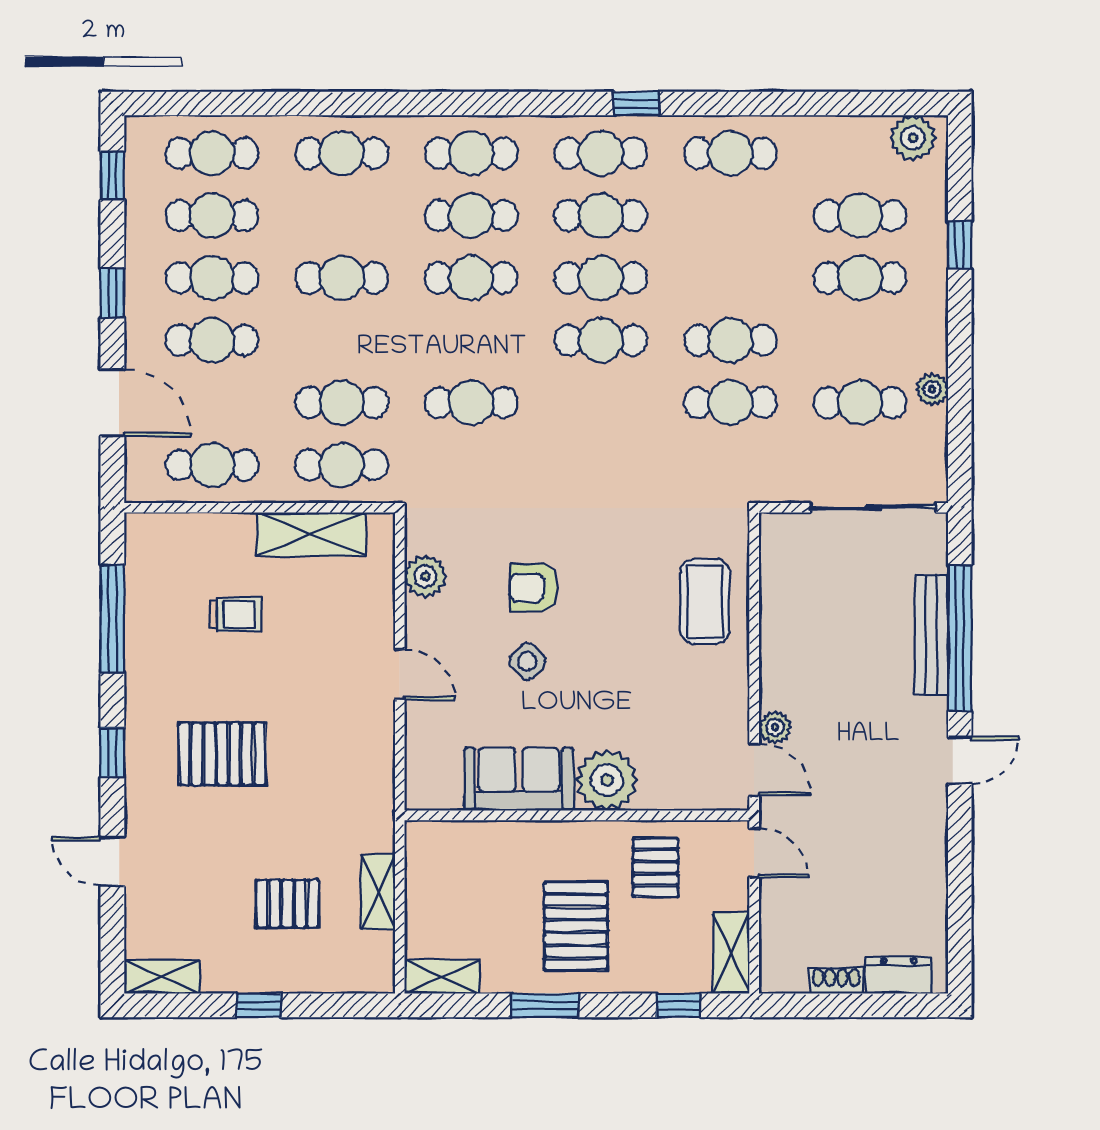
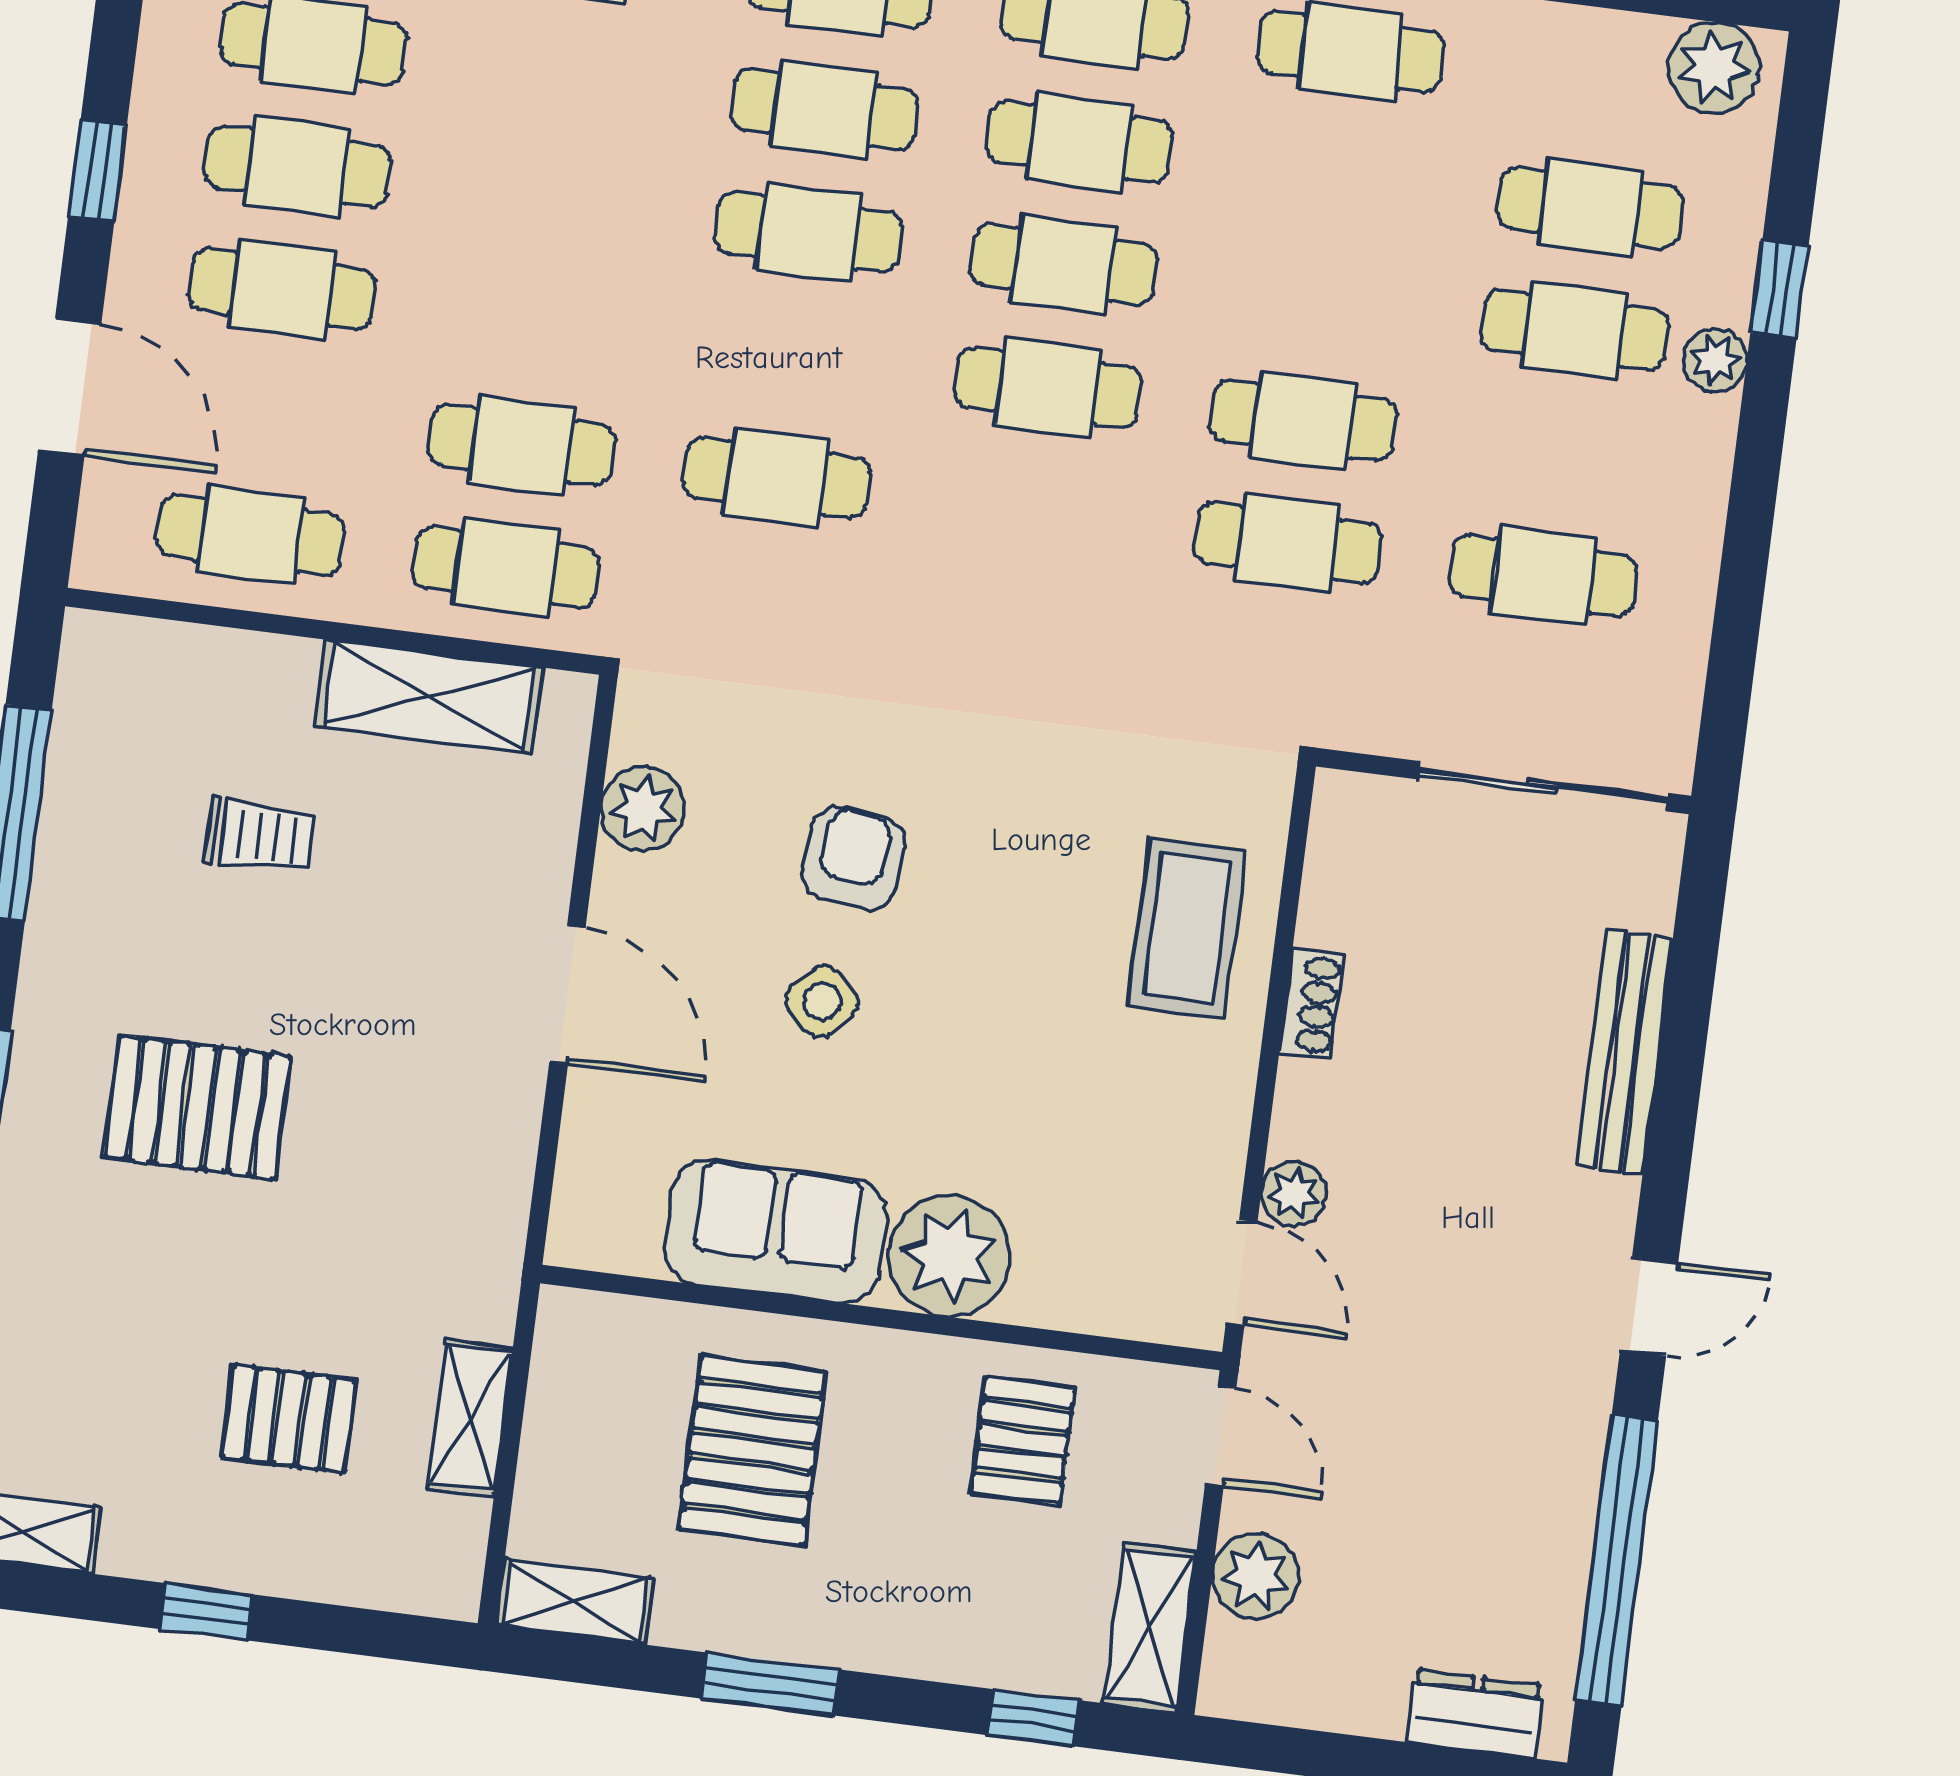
cafe table: (342, 278) -> (553, 199), removed
plant: (932, 389) -> (1715, 360), moved
armchair: (534, 588) -> (853, 858), turned 96
window: (960, 638) -> (1617, 1561), moved
door: (400, 674) -> (567, 995), width x1.38
plant: (781, 920) -> (1256, 1576), added
pallet: (576, 926) -> (752, 1450), moved
shoe rack: (836, 981) -> (1311, 1004), moved, turned 90

